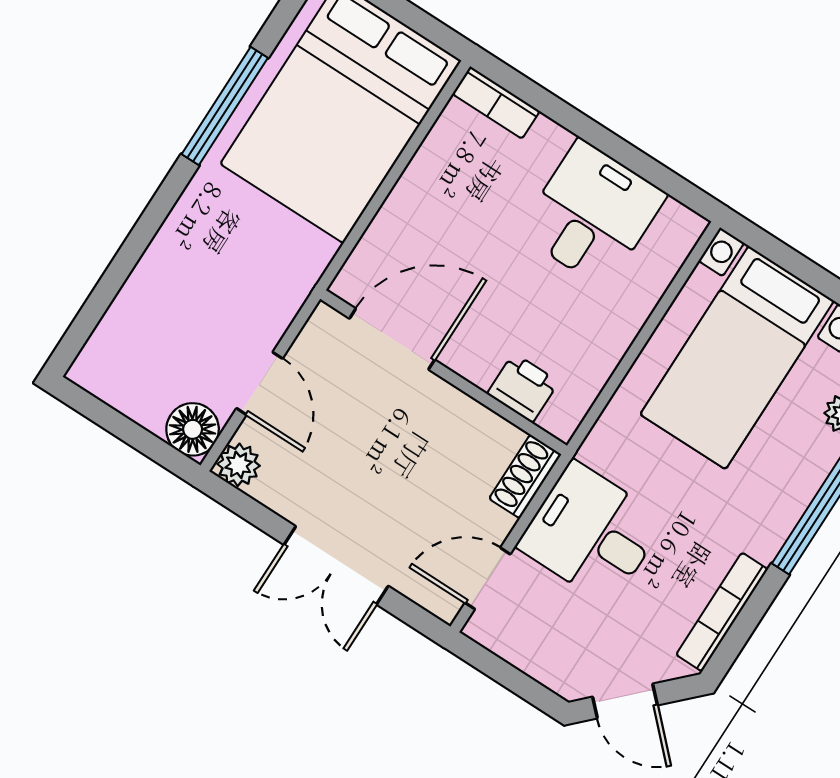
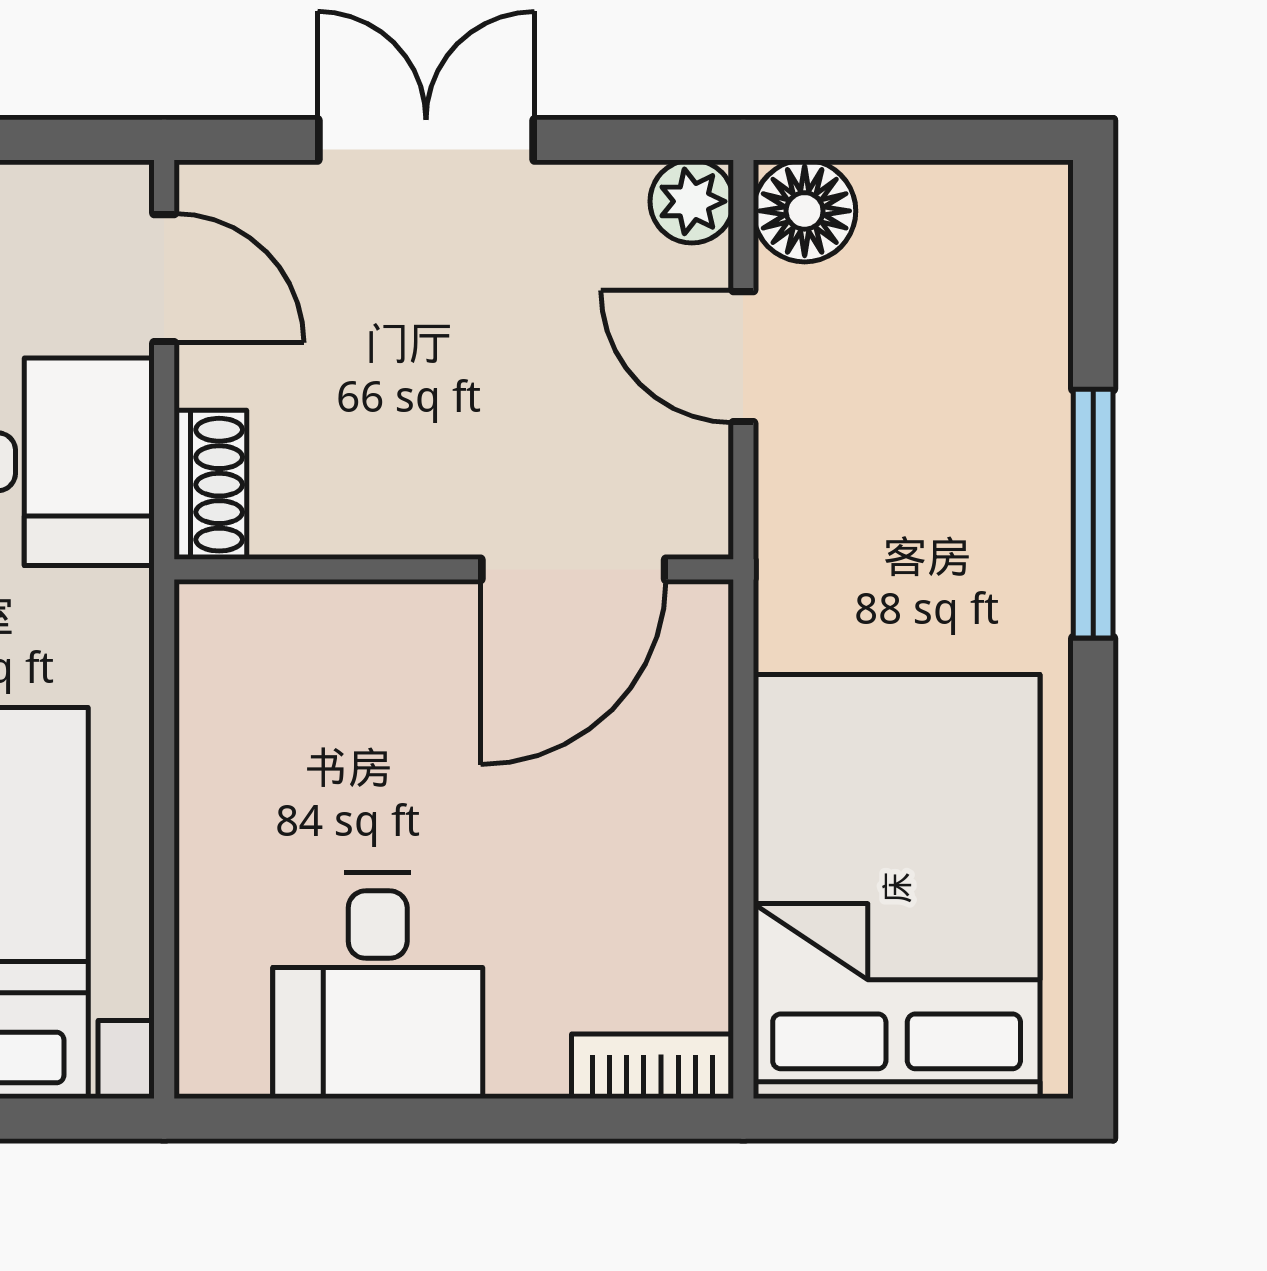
window: (225, 106) -> (1093, 514), moved
printer: (523, 388) -> (308, 628), removed
door: (488, 578) -> (164, 278), hinge flipped

